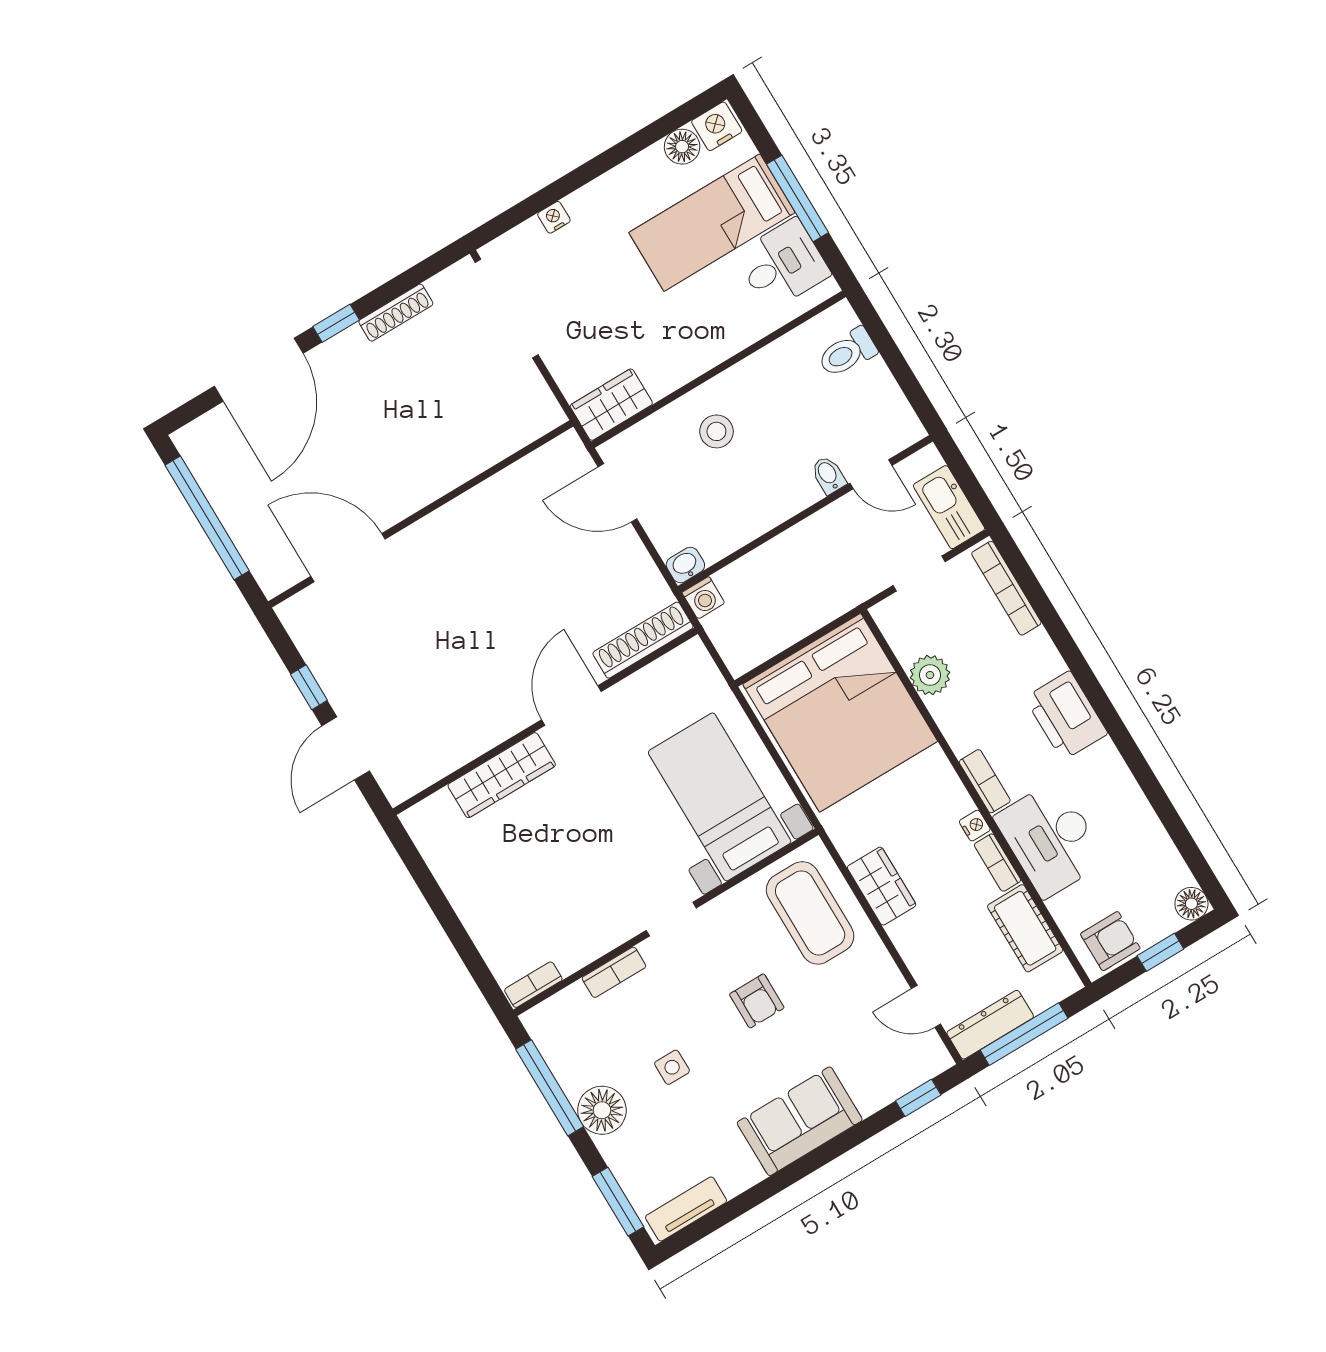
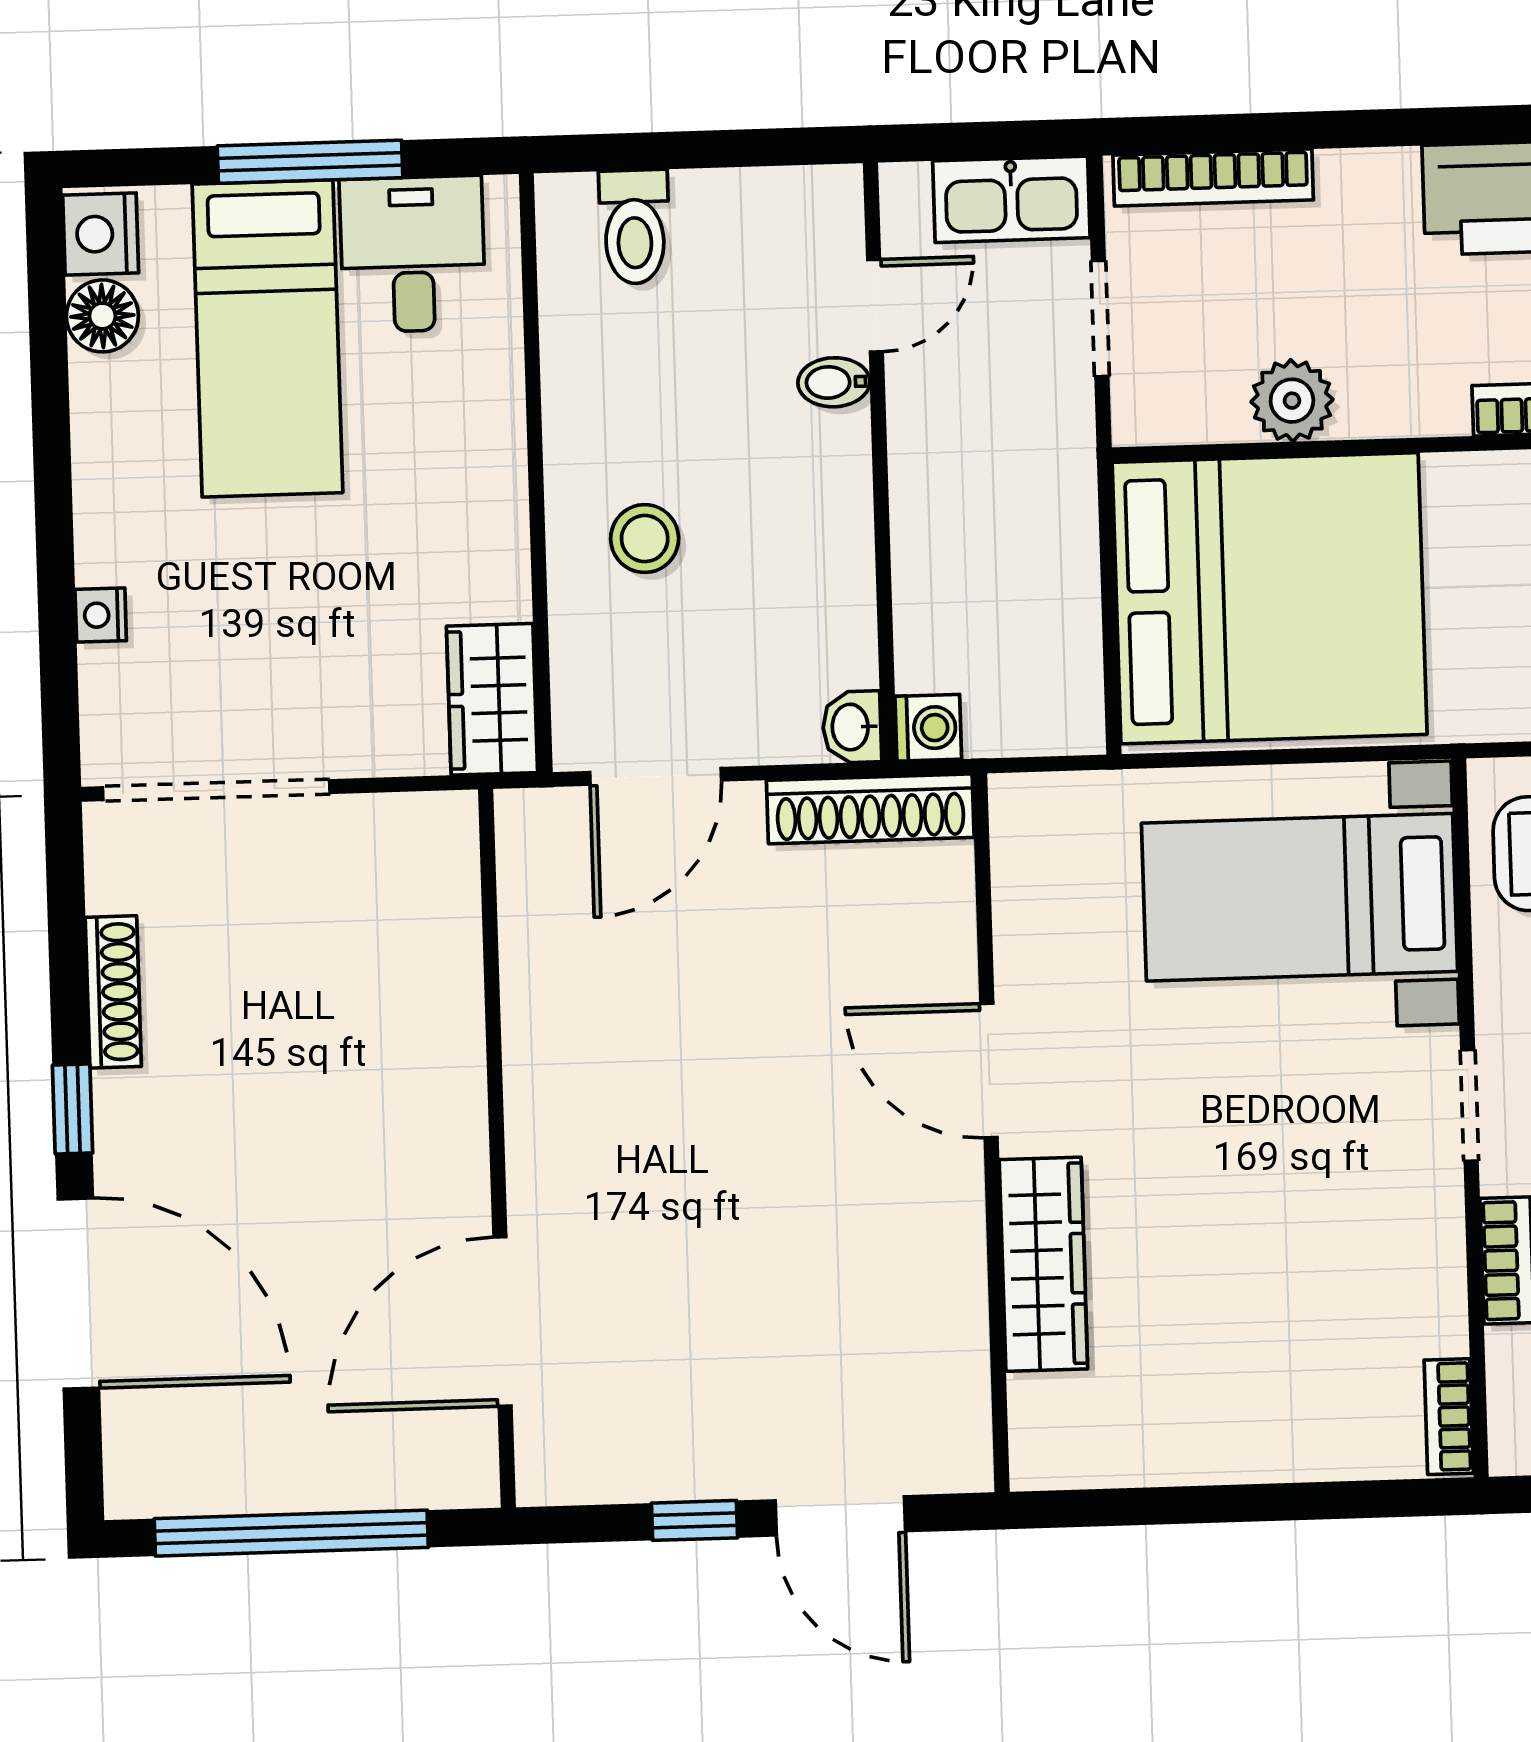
shoe rack: (643, 640) -> (870, 809), moved, turned -90

